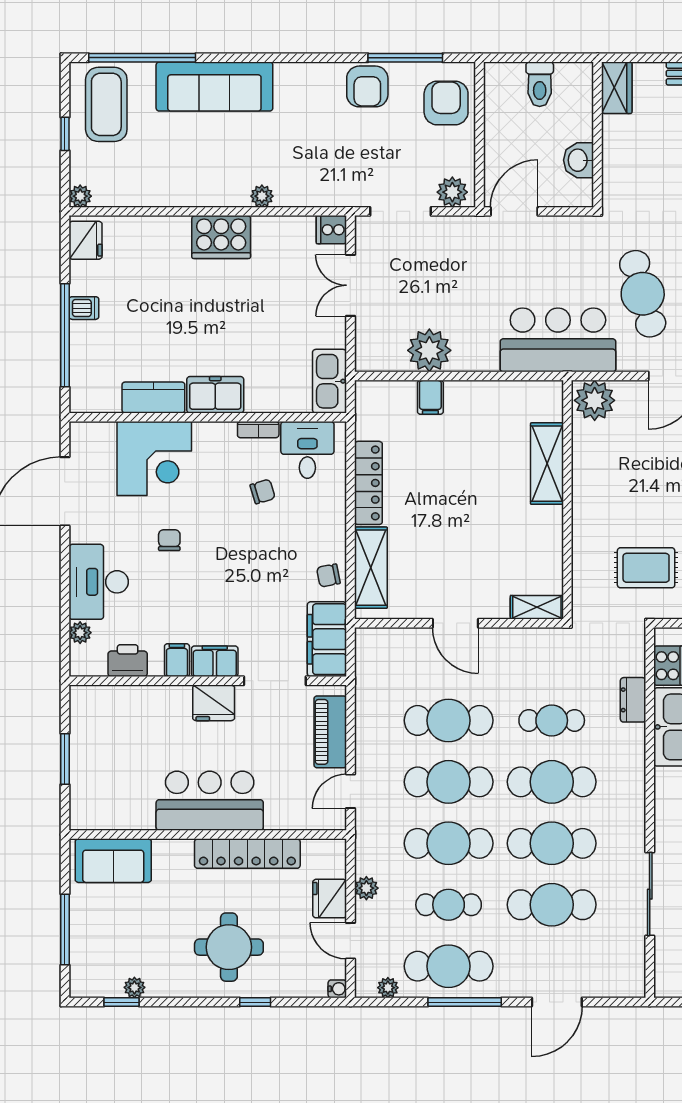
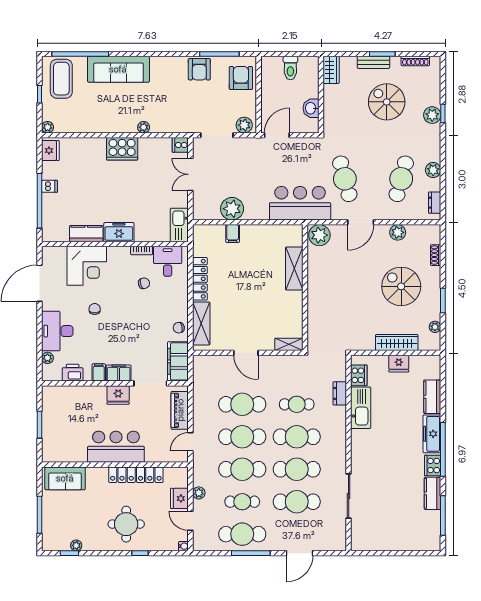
rug: (646, 568) -> (347, 324), removed
plant: (388, 988) -> (210, 545), removed

